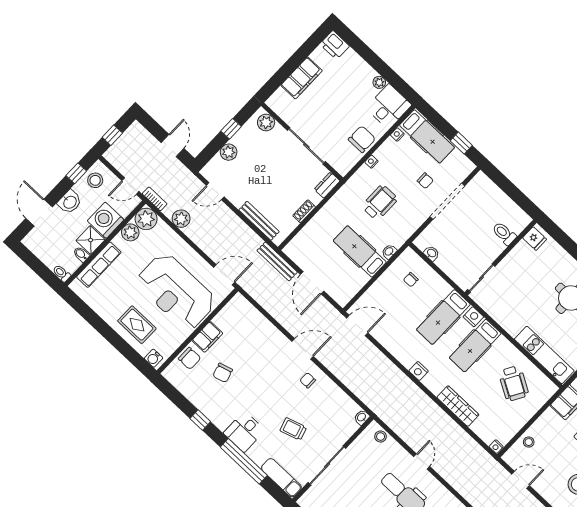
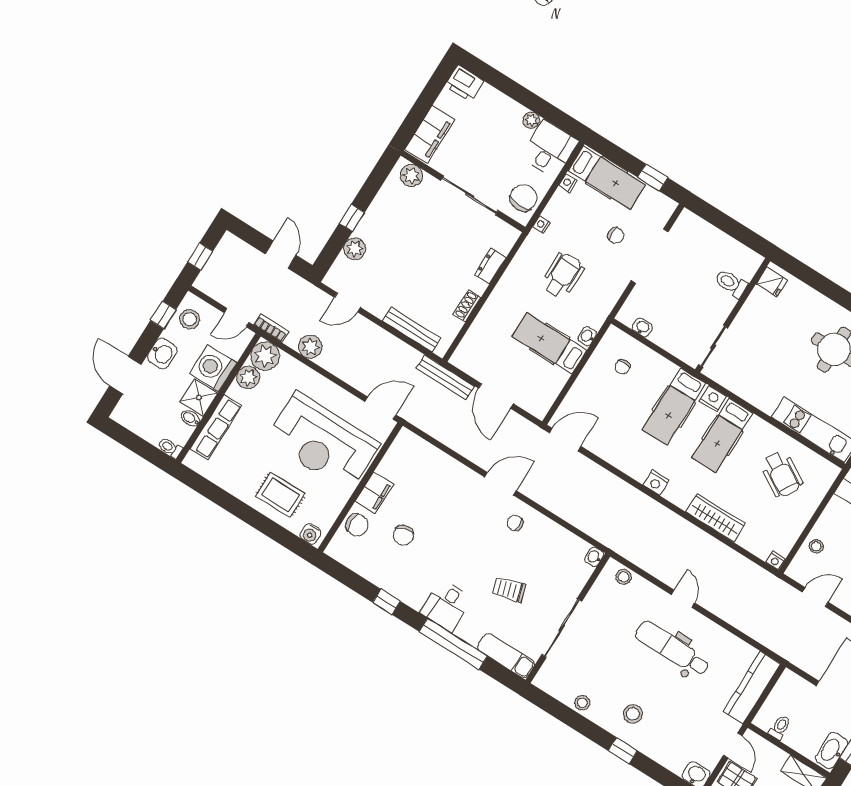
plant: (266, 122) -> (411, 176), moved
wall: (302, 142) -> (463, 191), moved
sliding door: (306, 146) -> (469, 195), moved

